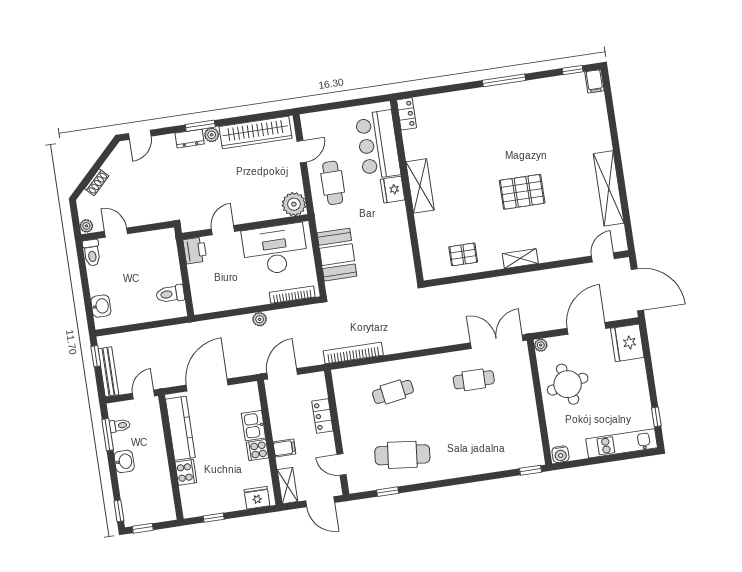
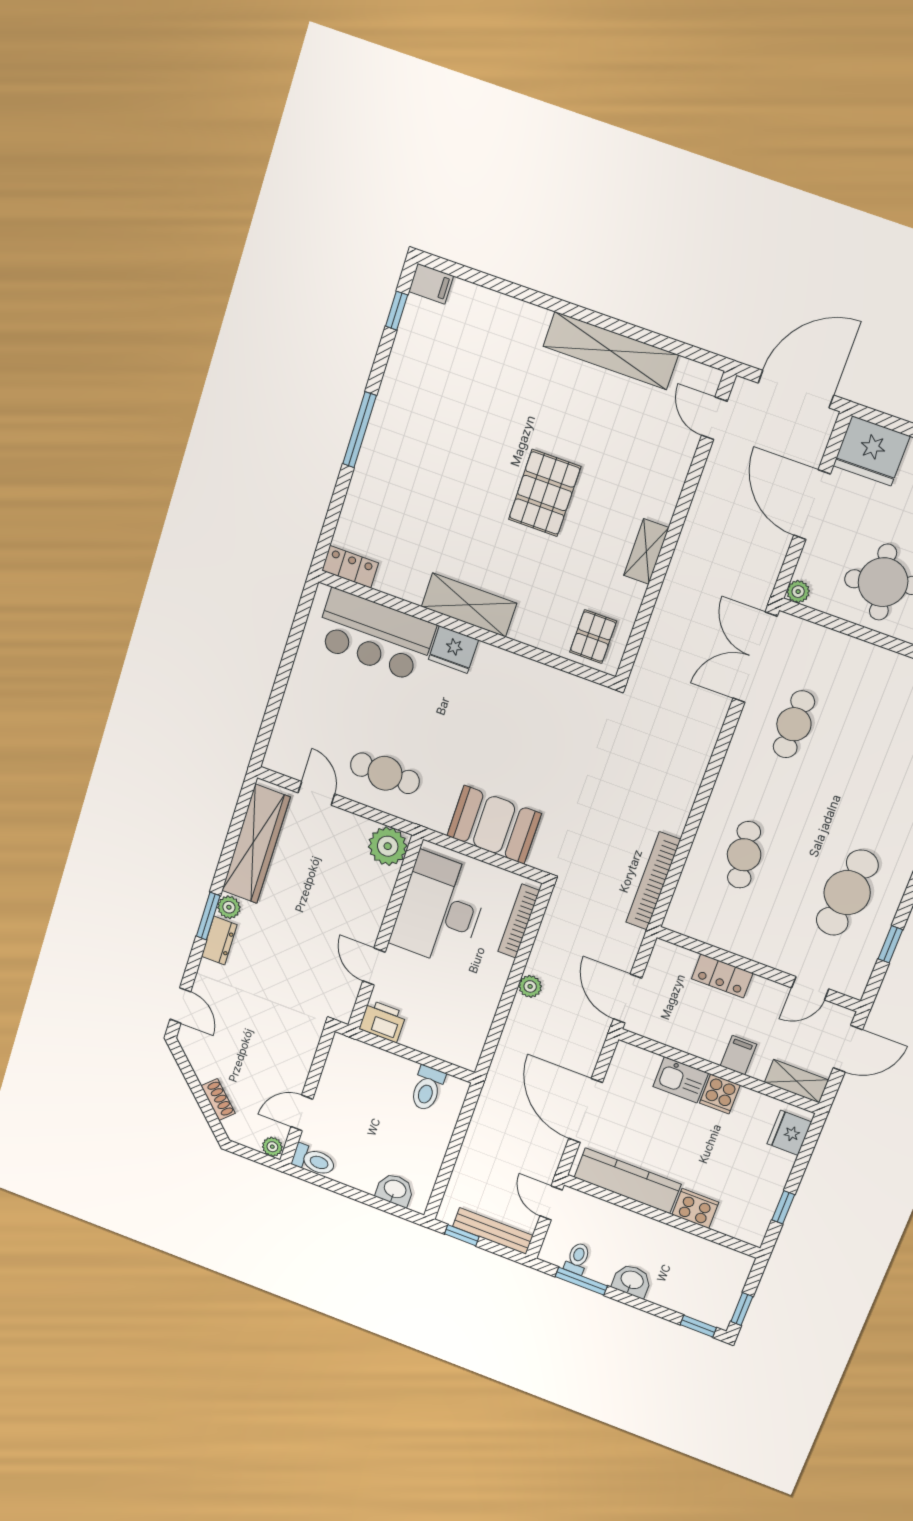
locker: (407, 114) -> (350, 567), moved
bar counter: (378, 145) -> (375, 635), moved
shelving: (420, 186) -> (469, 605), moved
fridge: (393, 190) -> (453, 650), moved
wall: (407, 191) -> (466, 629), moved

